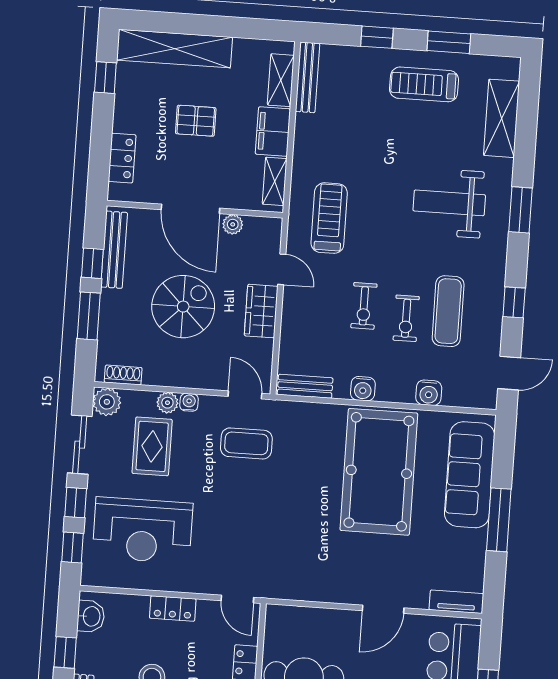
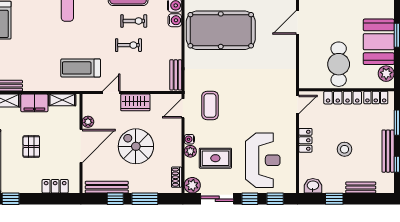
water cooler: (363, 389) -> (175, 20), moved
door: (383, 609) -> (298, 22), swing flipped

